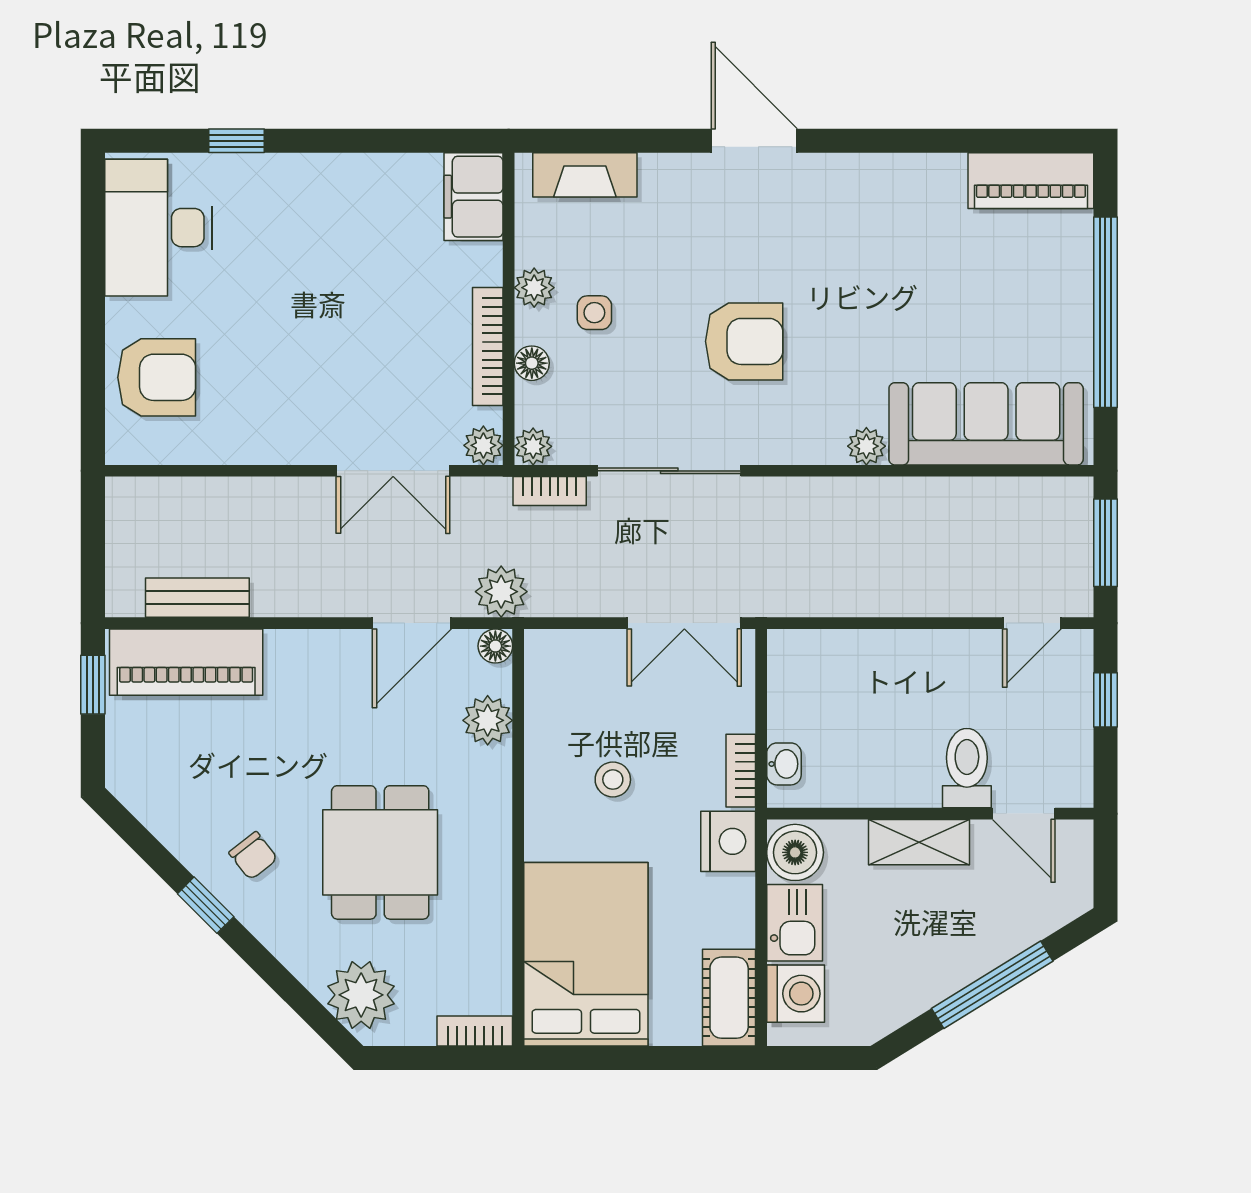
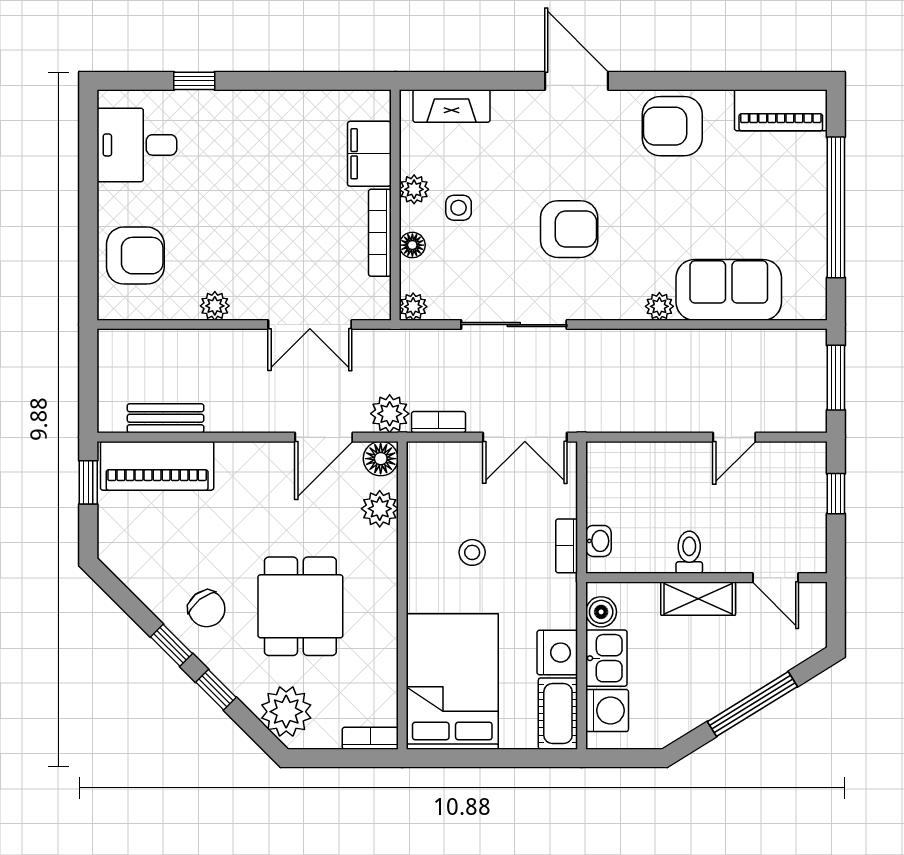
filing cabinet: (474, 197) -> (369, 154), moved
armchair: (884, 202) -> (672, 126), added
desk: (159, 228) -> (137, 145), width x0.73
sofa: (986, 424) -> (729, 290), width x0.73
plant: (483, 445) -> (215, 306), moved
bookcase: (550, 491) -> (439, 422), moved, turned 180
door: (1032, 623) -> (734, 437), moved
floor lamp: (495, 646) -> (381, 459), width x1.37, depth x1.37
toilet: (967, 768) -> (689, 552), moved, width x0.73, depth x0.72
nightstand: (728, 841) -> (557, 653), moved
boiler: (795, 852) -> (601, 612), width x0.73, depth x0.73
chair: (253, 856) -> (207, 609), width x1.37, depth x1.37
window: (266, 966) -> (216, 690), added

